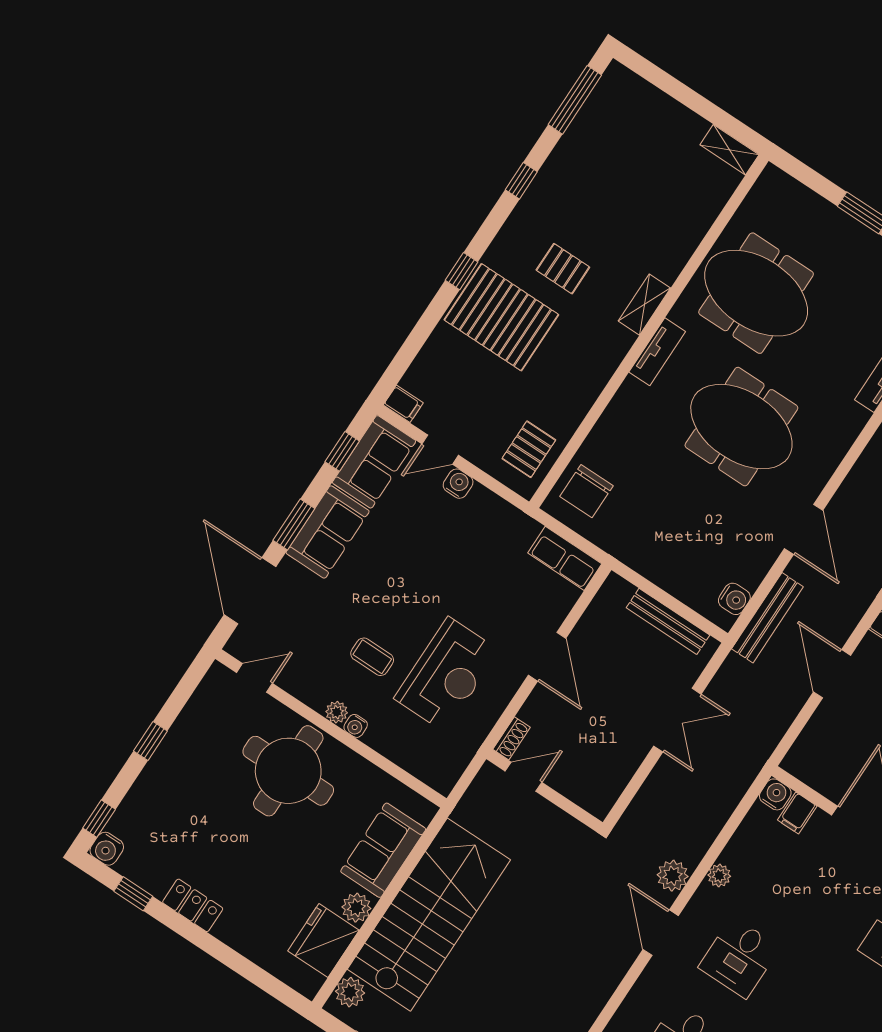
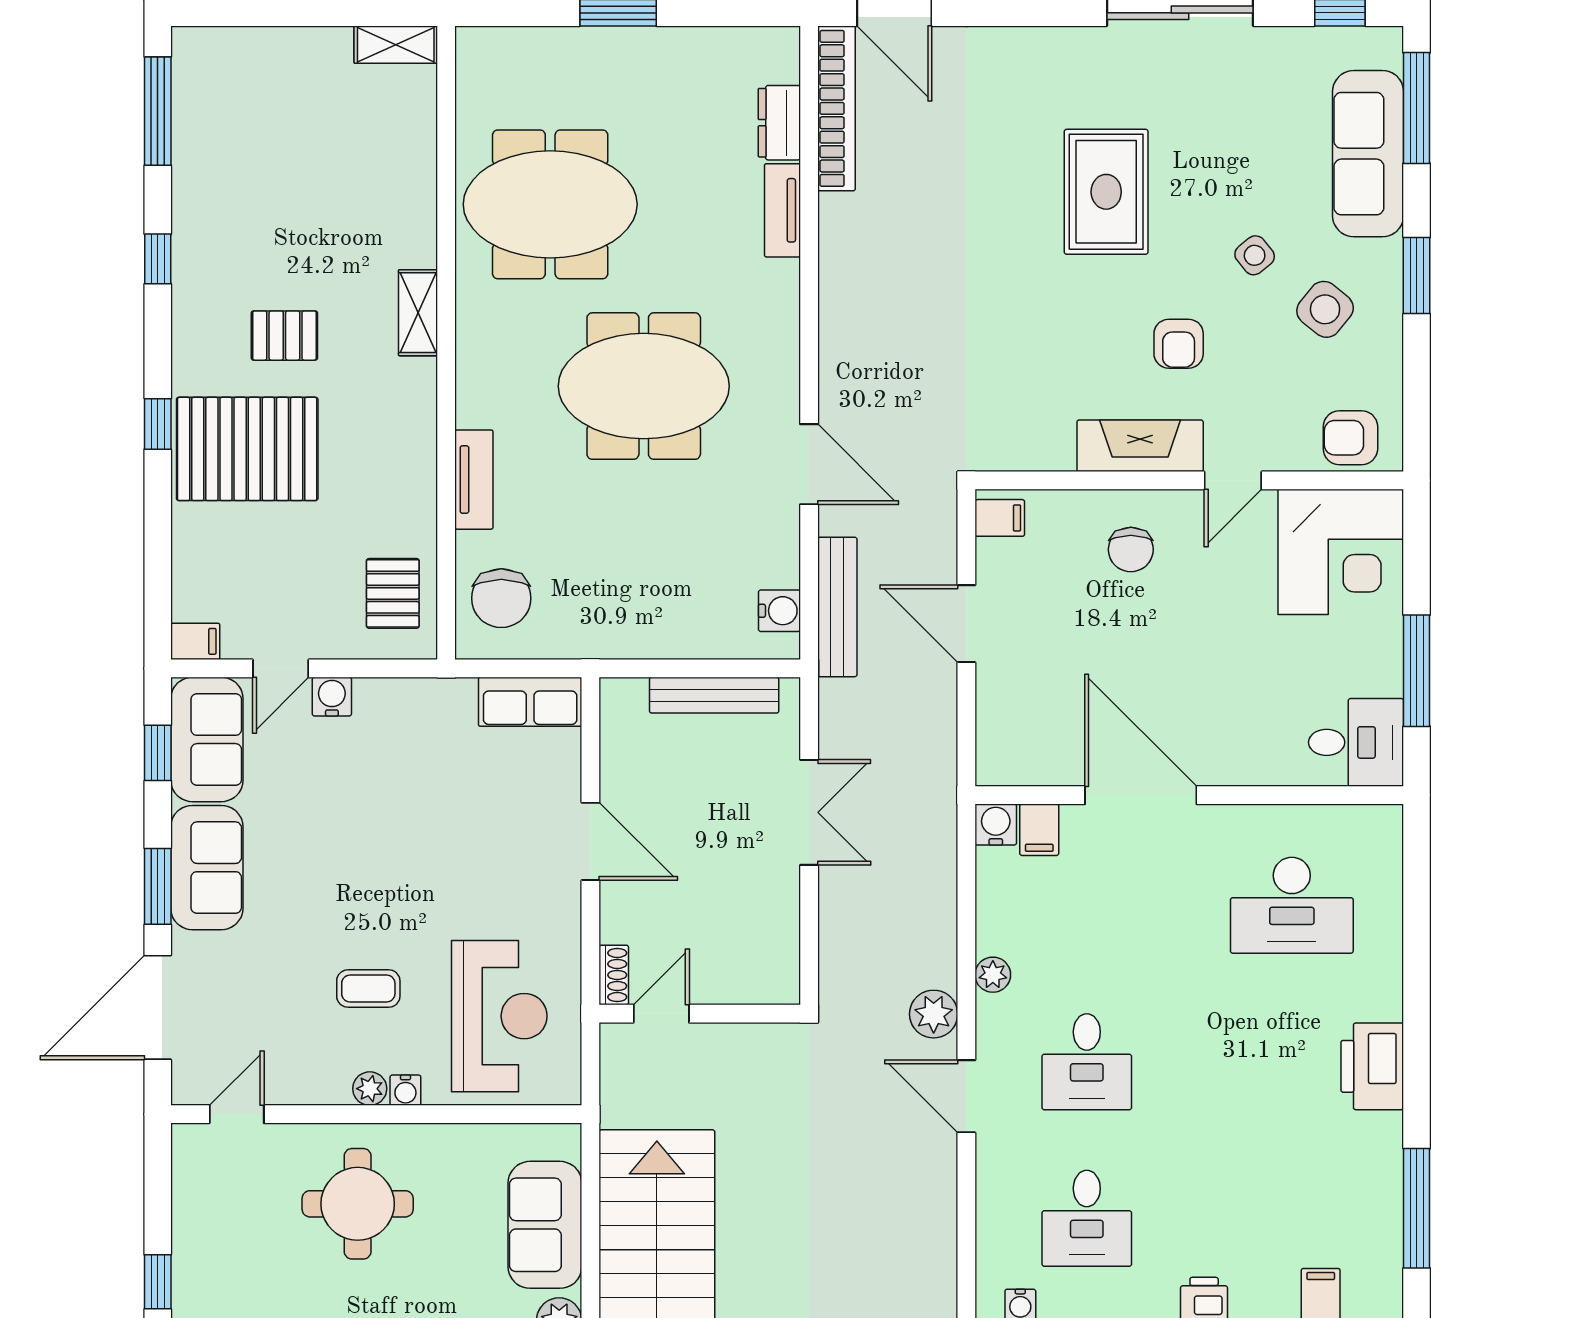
tv unit: (657, 352) -> (474, 480), moved
door: (250, 591) -> (158, 1007), hinge flipped
reception desk: (447, 674) -> (499, 1016), moved
round table: (288, 771) -> (358, 1204), width x0.73, depth x0.73

